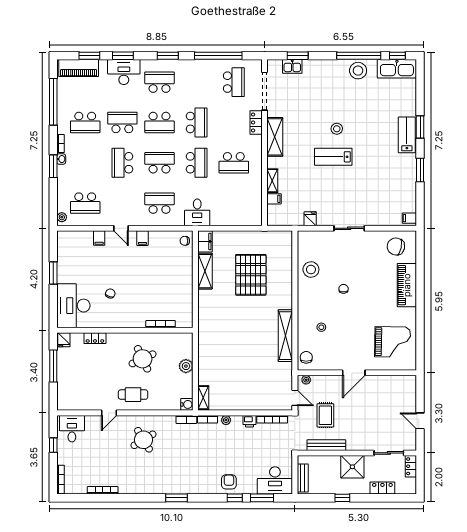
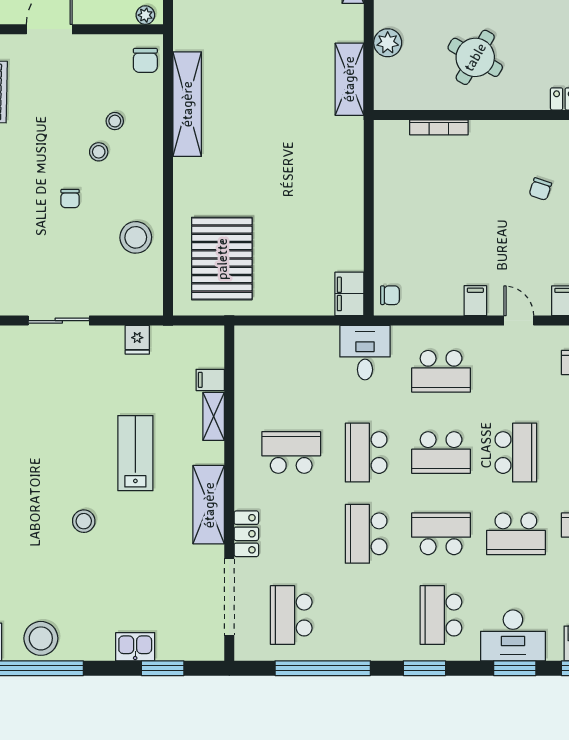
kitchen sink: (292, 66) -> (135, 647), moved
school desk: (160, 82) -> (441, 615), turned 90
lab bench: (333, 157) -> (135, 453), moved, turned -90
shelving: (205, 271) -> (349, 79), moved
pallet: (251, 275) -> (222, 259), moved
stool: (329, 312) -> (99, 152), added
round table: (143, 359) -> (475, 57), turned -35

